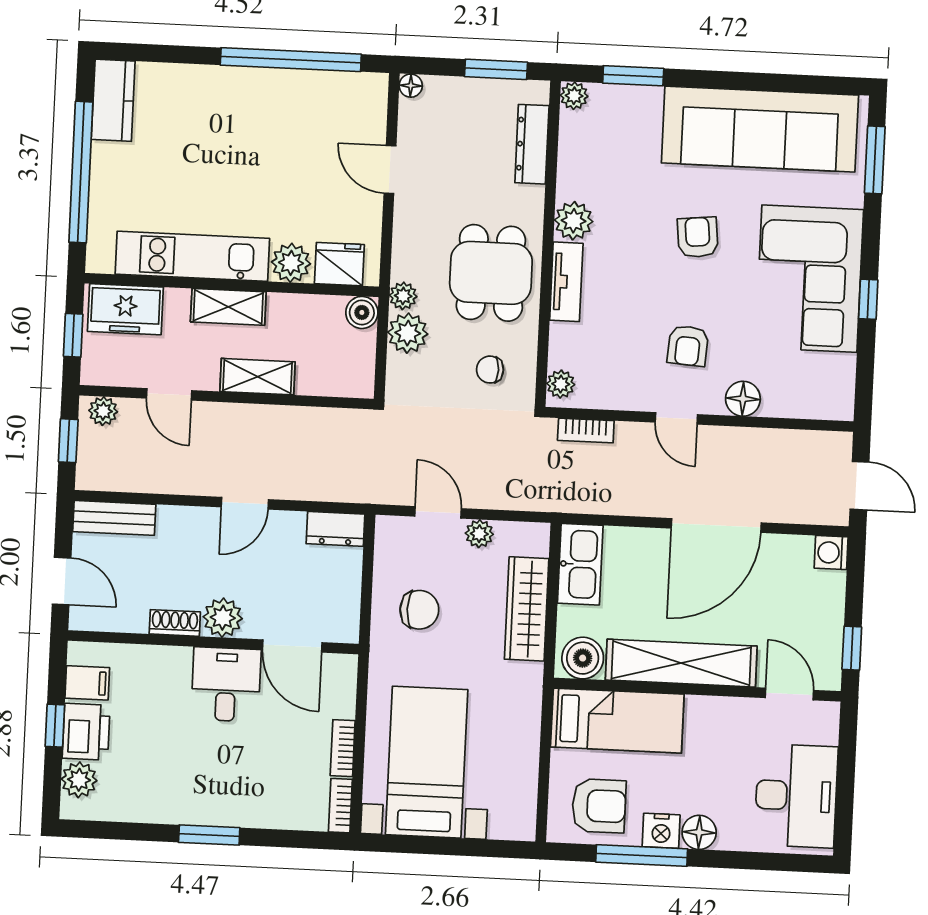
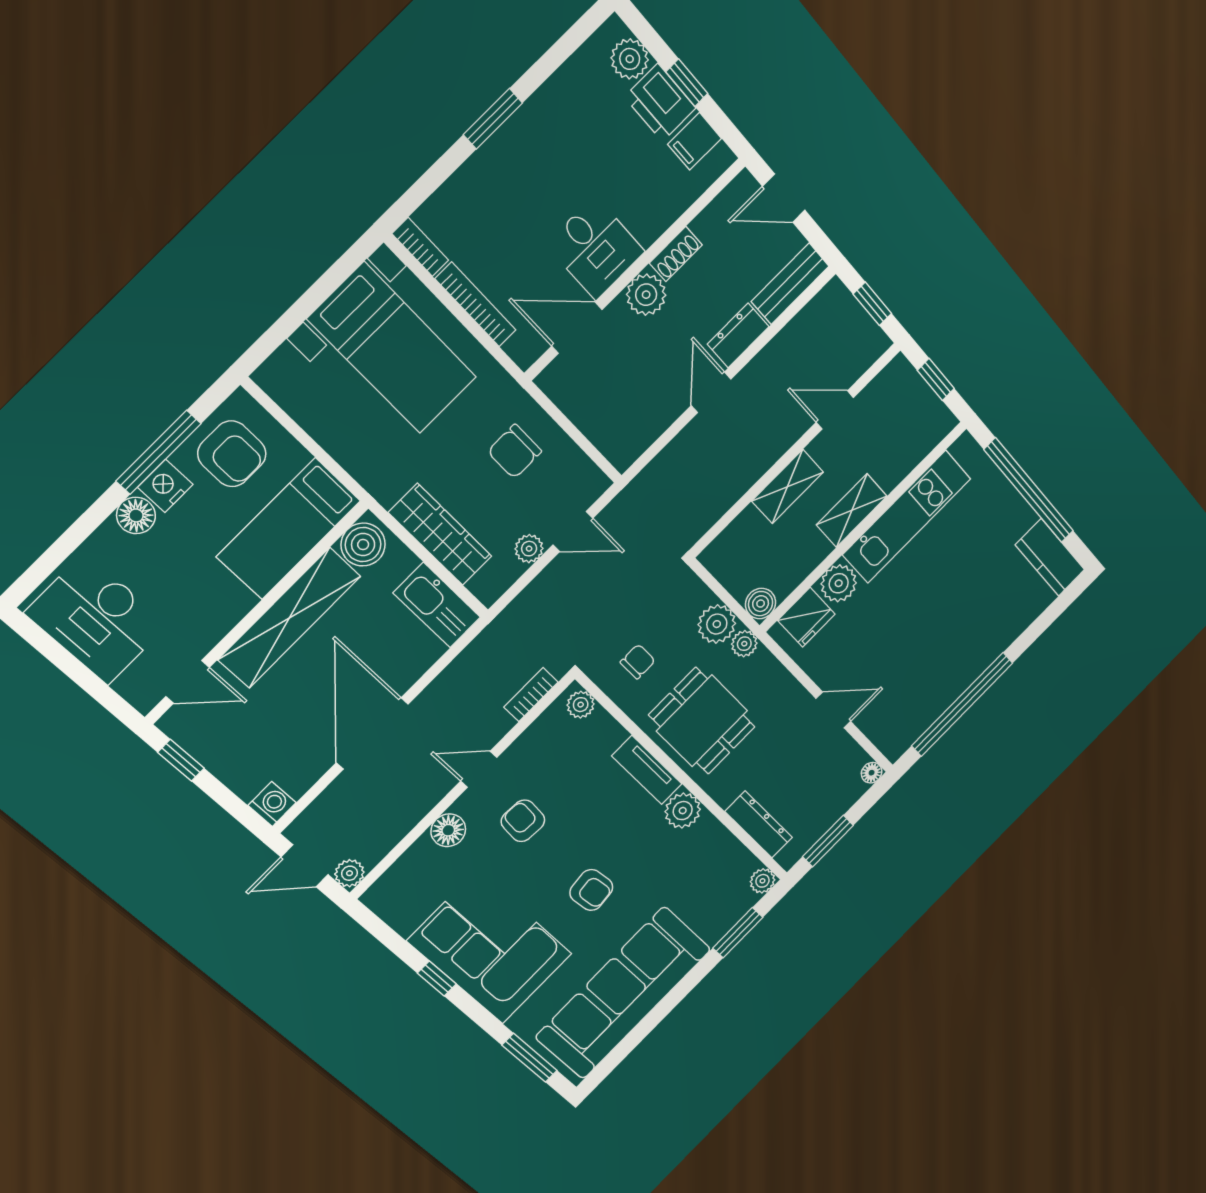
freezer: (125, 309) -> (918, 434), removed
plant: (103, 411) -> (350, 873), moved
dresser: (336, 529) -> (738, 335), moved
bookcase: (343, 748) -> (476, 305), width x1.56
armchair: (599, 806) -> (232, 454), turned -90

